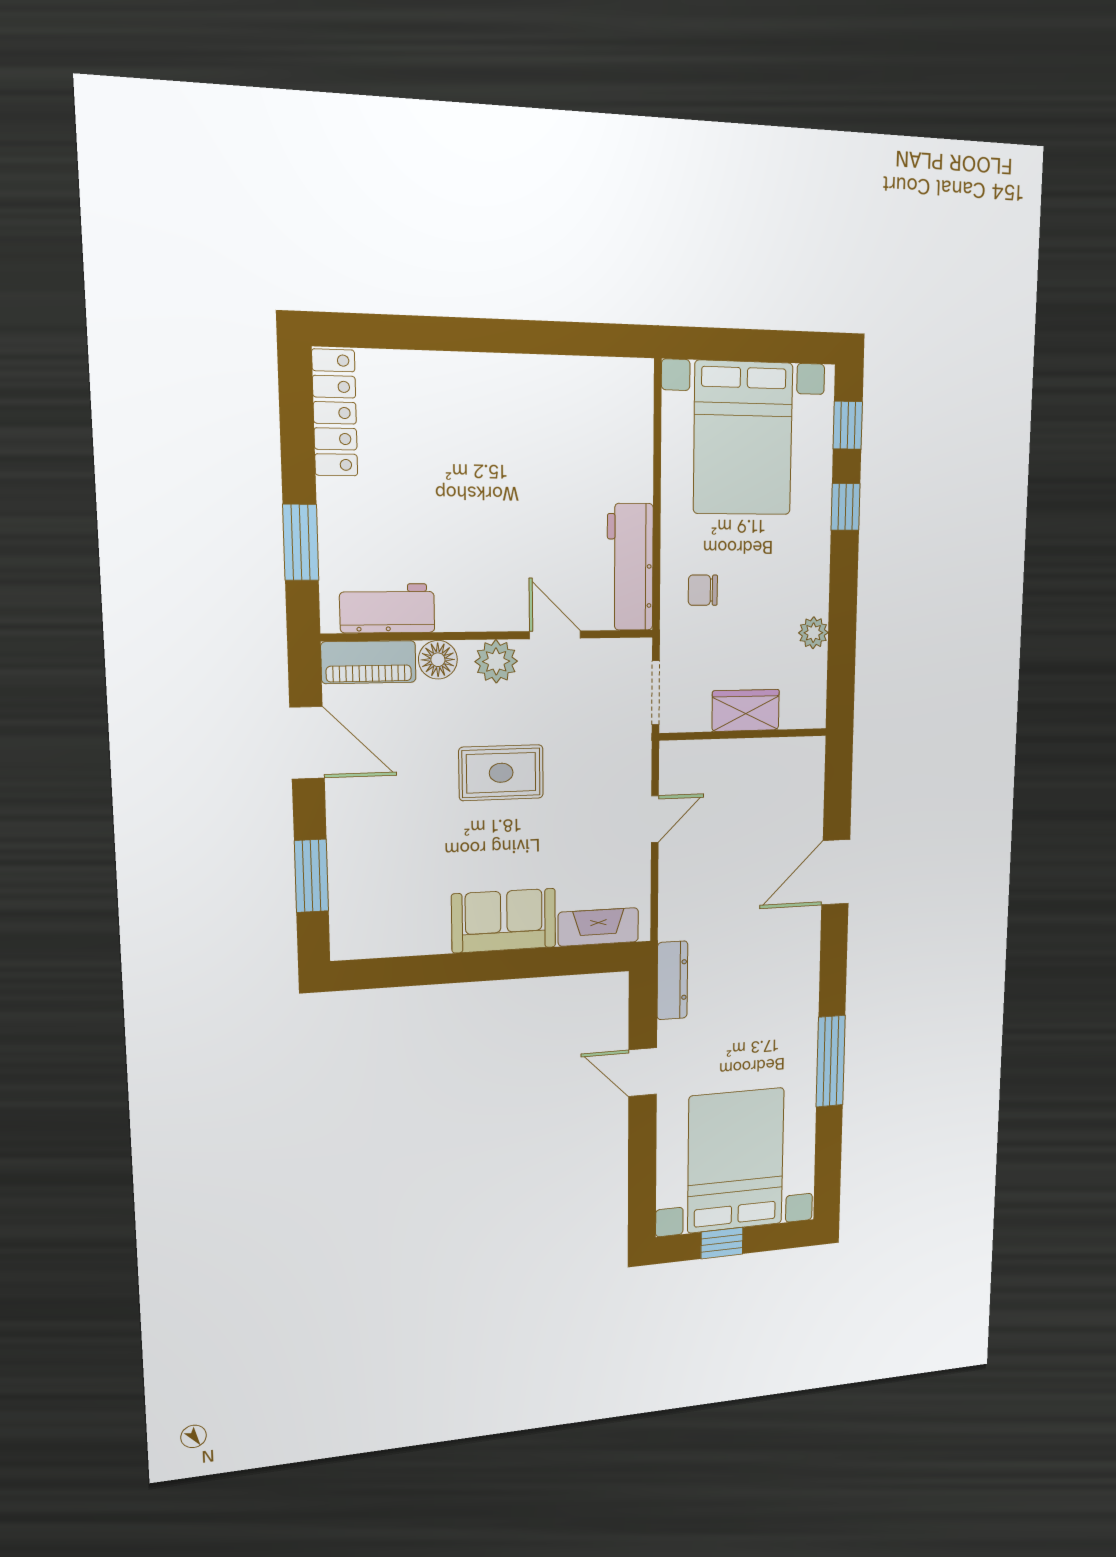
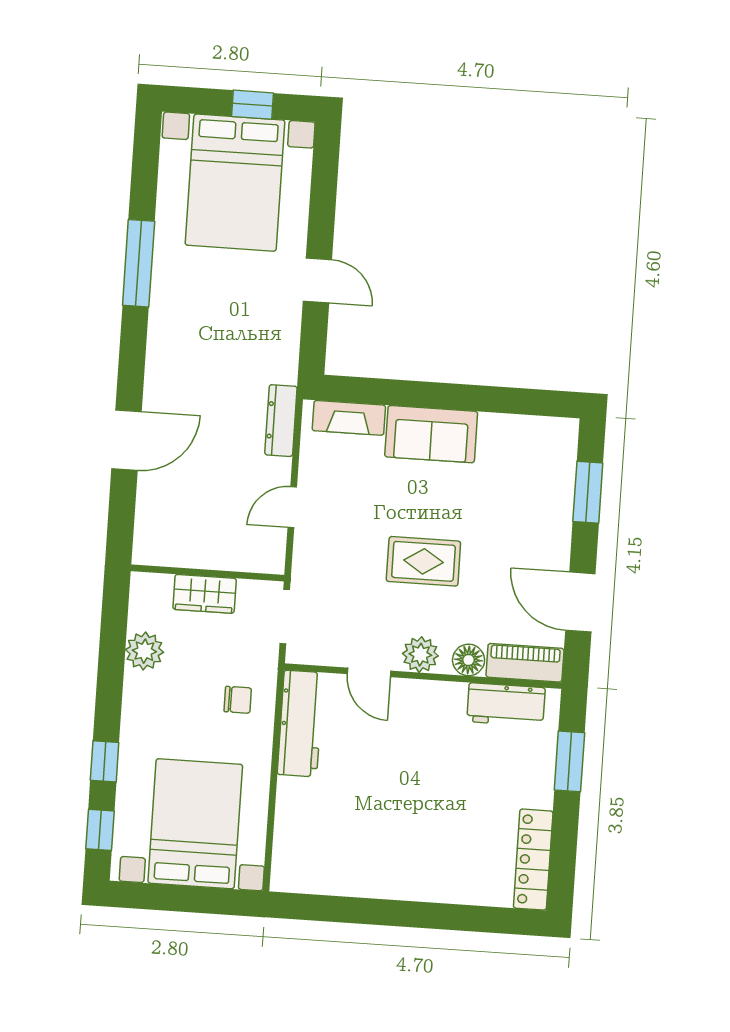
plant: (813, 633) -> (144, 651), width x1.38, depth x1.38
dresser: (672, 980) -> (281, 421), moved

